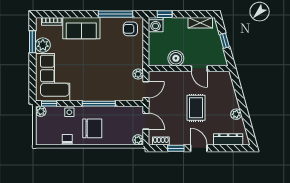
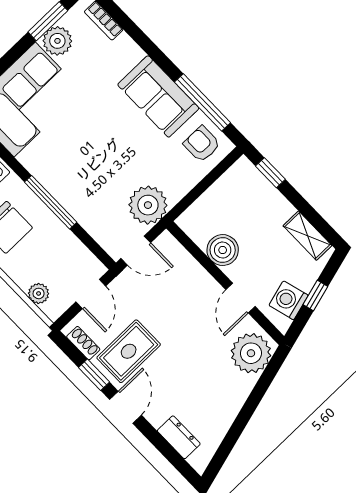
washing machine: (156, 25) -> (289, 300), moved, turned 75
sofa: (81, 28) -> (158, 96), moved
plant: (138, 74) -> (148, 205), width x1.88, depth x1.88
rug: (196, 108) -> (129, 351), moved
plant: (236, 114) -> (251, 353), moved, width x1.87, depth x1.87
dresser: (228, 139) -> (179, 437), width x0.70
plant: (138, 140) -> (39, 293), moved

